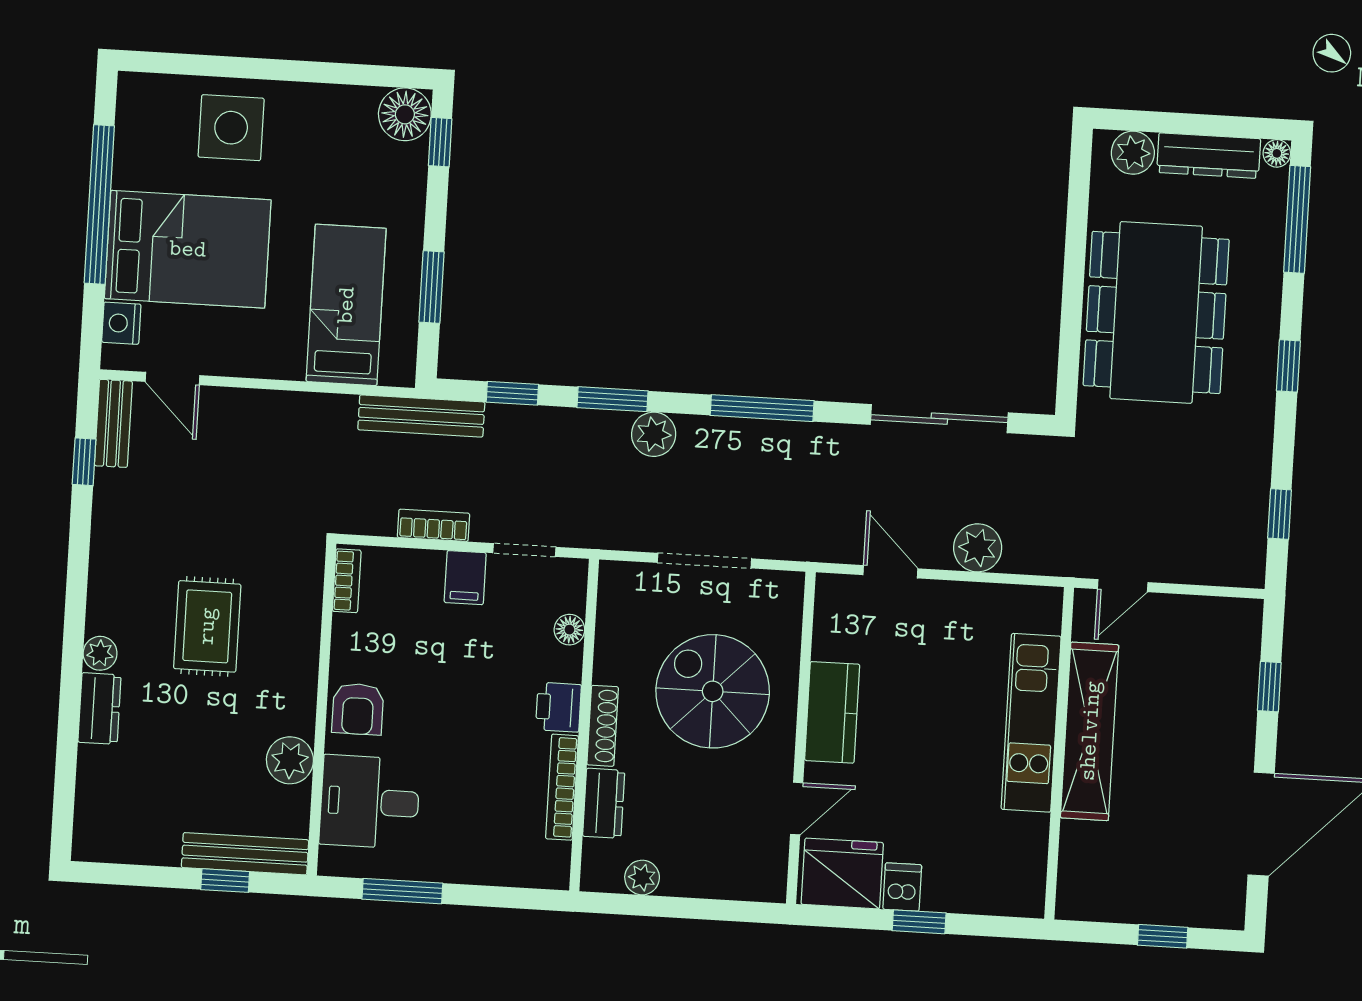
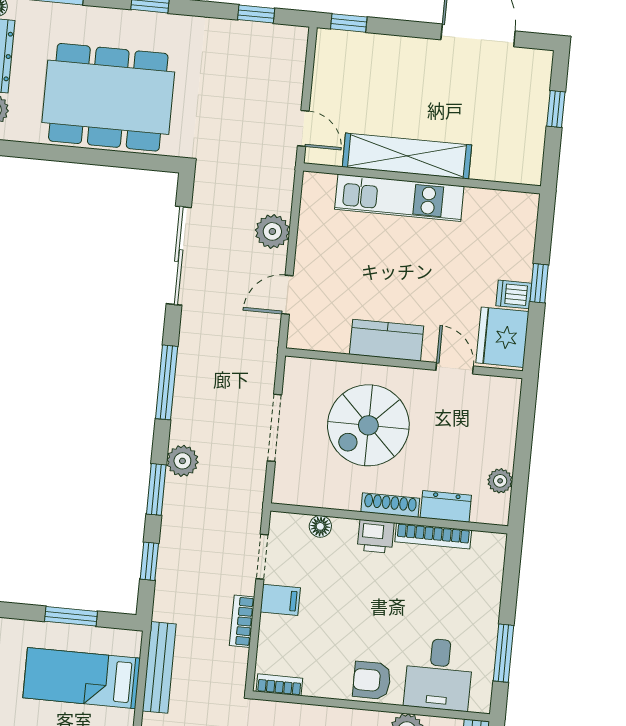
bench: (421, 416) -> (159, 667), moved
window: (1269, 687) -> (349, 23), moved
armchair: (358, 709) -> (372, 680), turned 180

